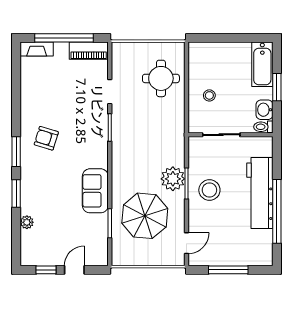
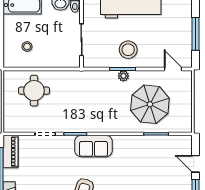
stool: (209, 95) -> (27, 47), moved
plant: (173, 179) -> (123, 76), width x0.53, depth x0.53
sofa: (95, 191) -> (93, 146), moved

